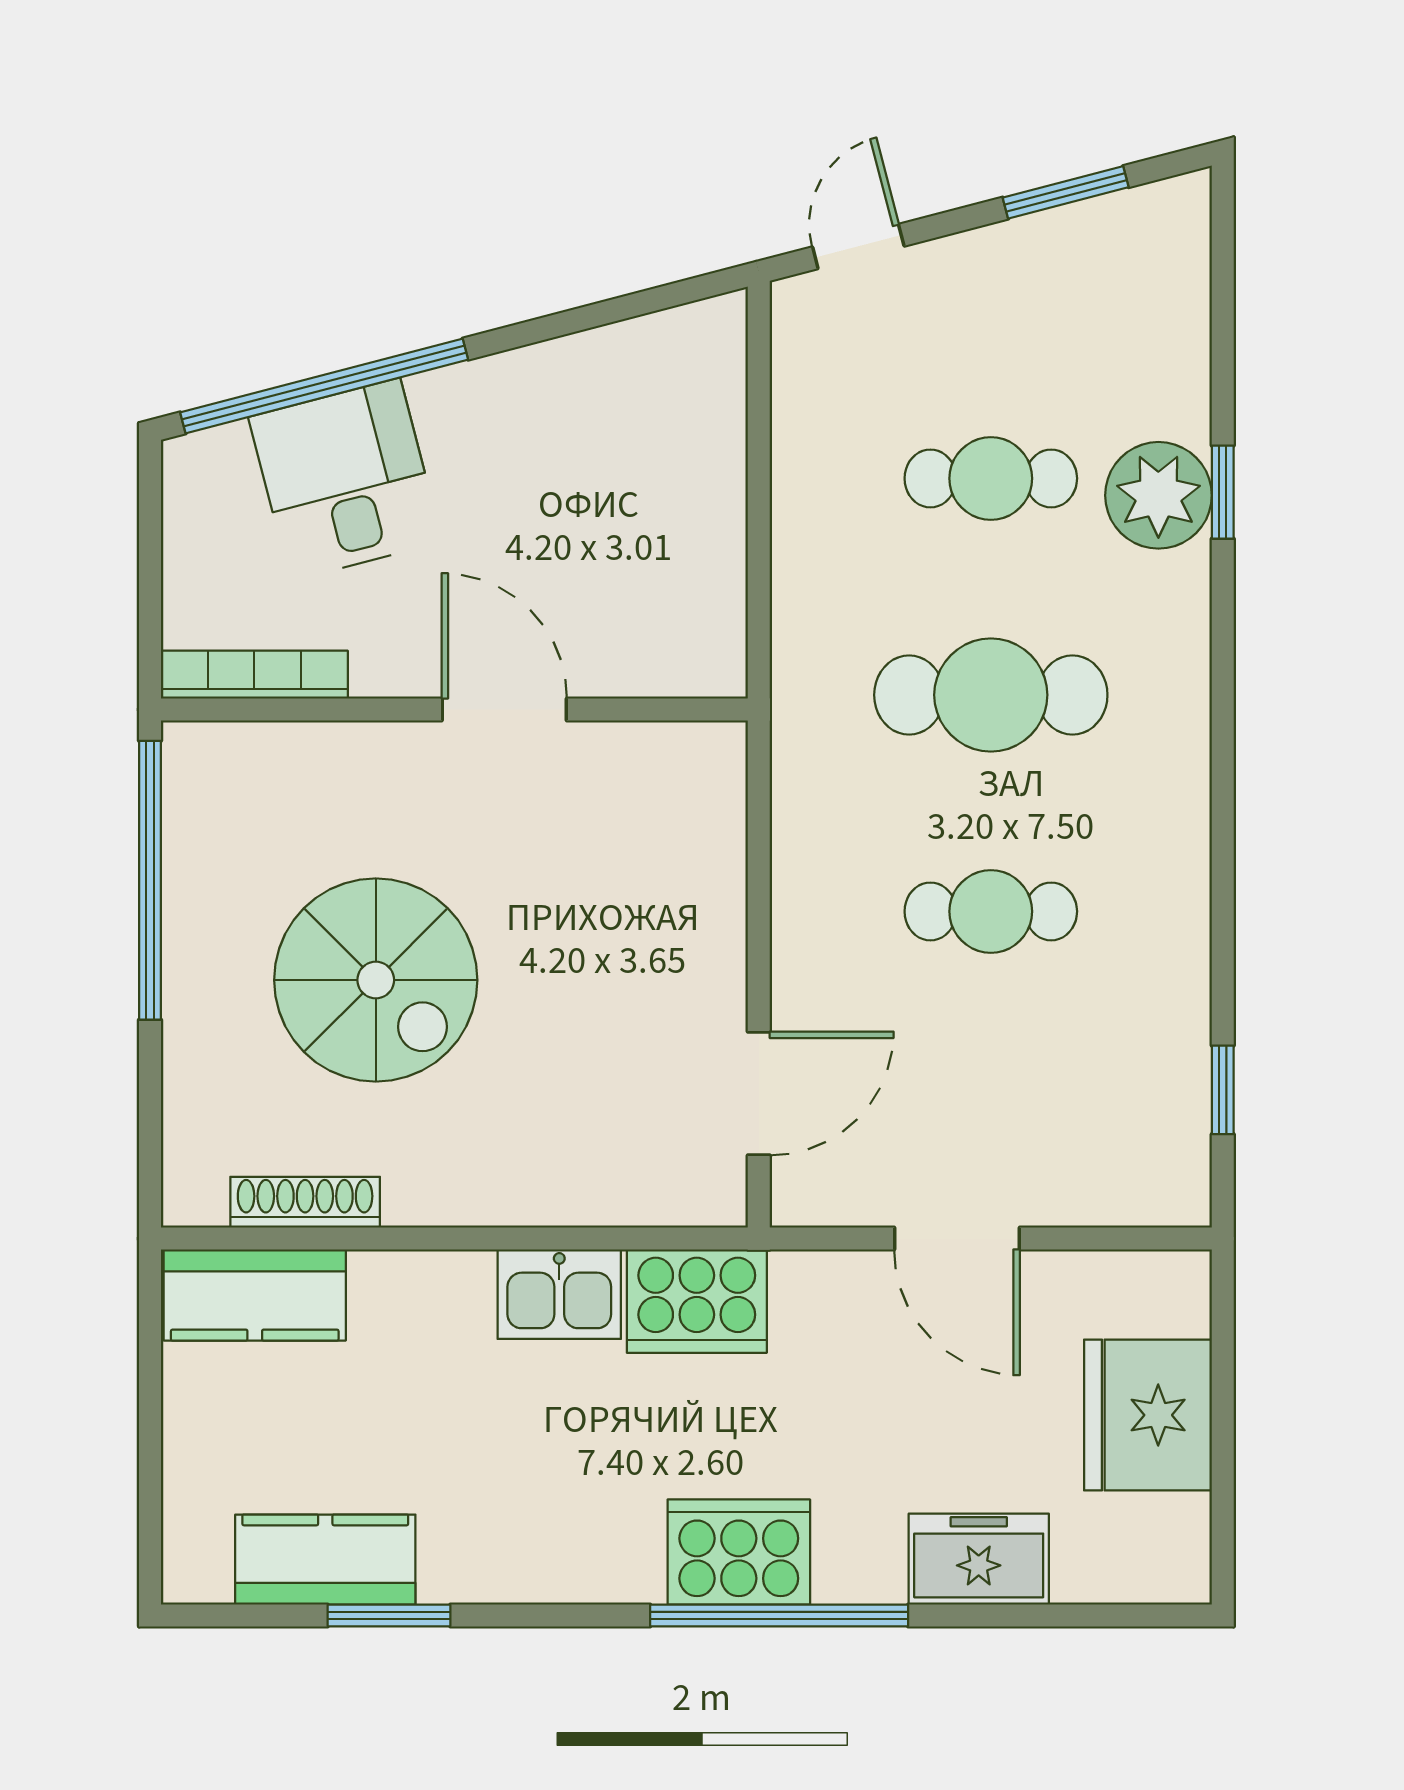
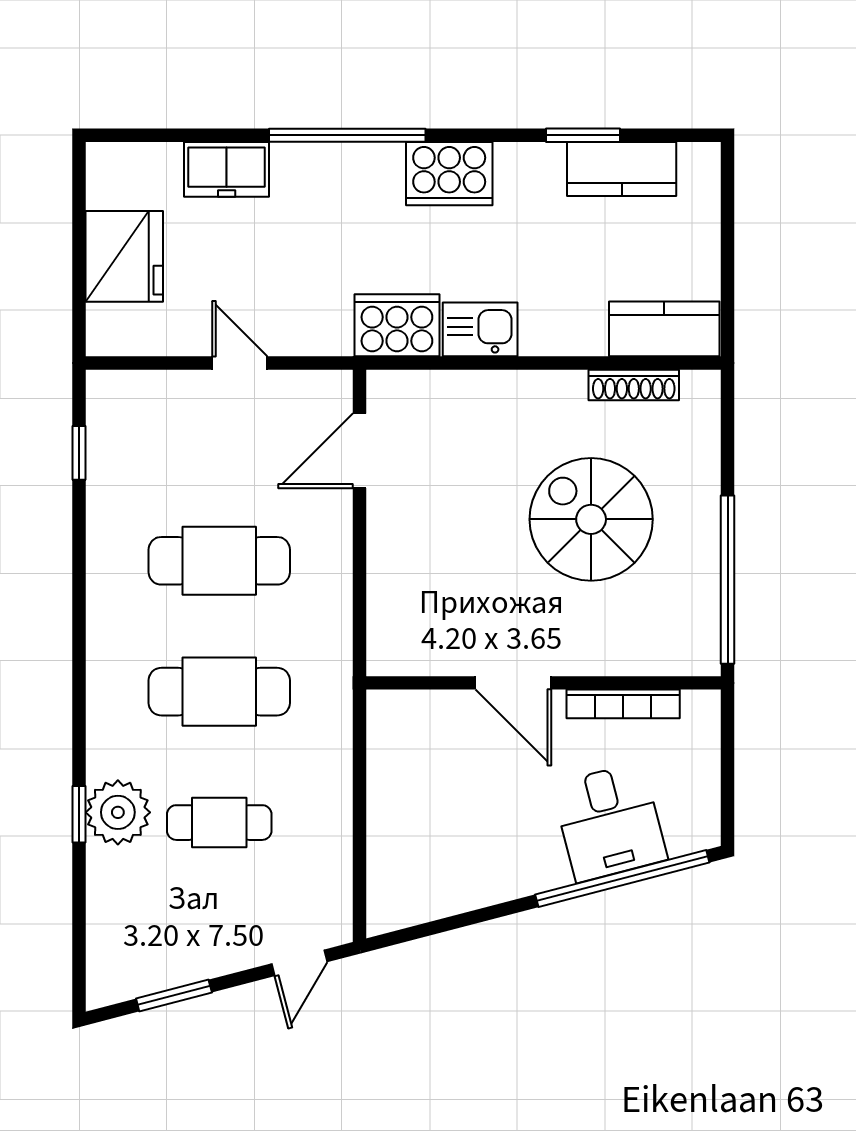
bookcase: (254, 675) -> (623, 704), moved
cafe table: (991, 911) -> (219, 561), width x1.37, depth x1.35
door: (957, 1239) -> (240, 363), width x0.73
cooker: (739, 1552) -> (449, 174), moved

